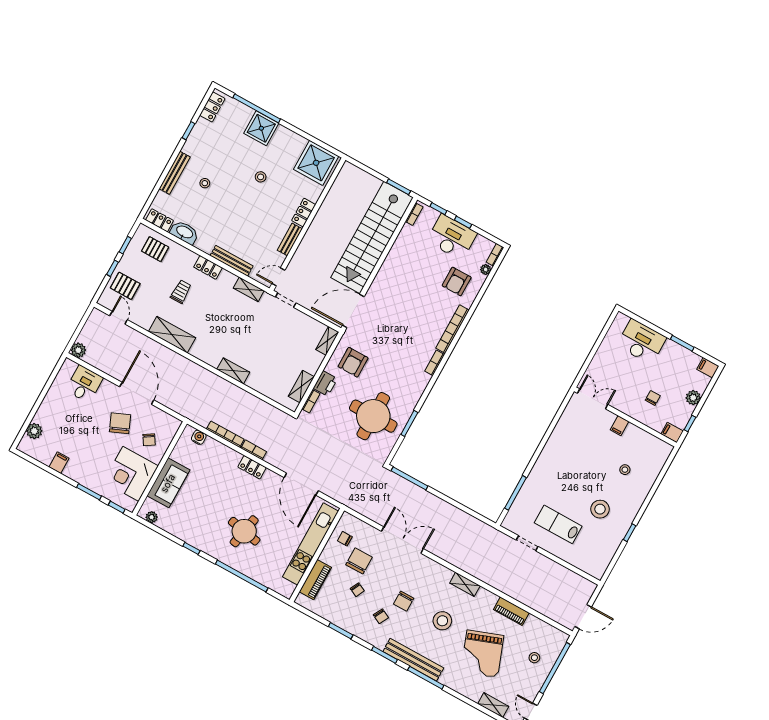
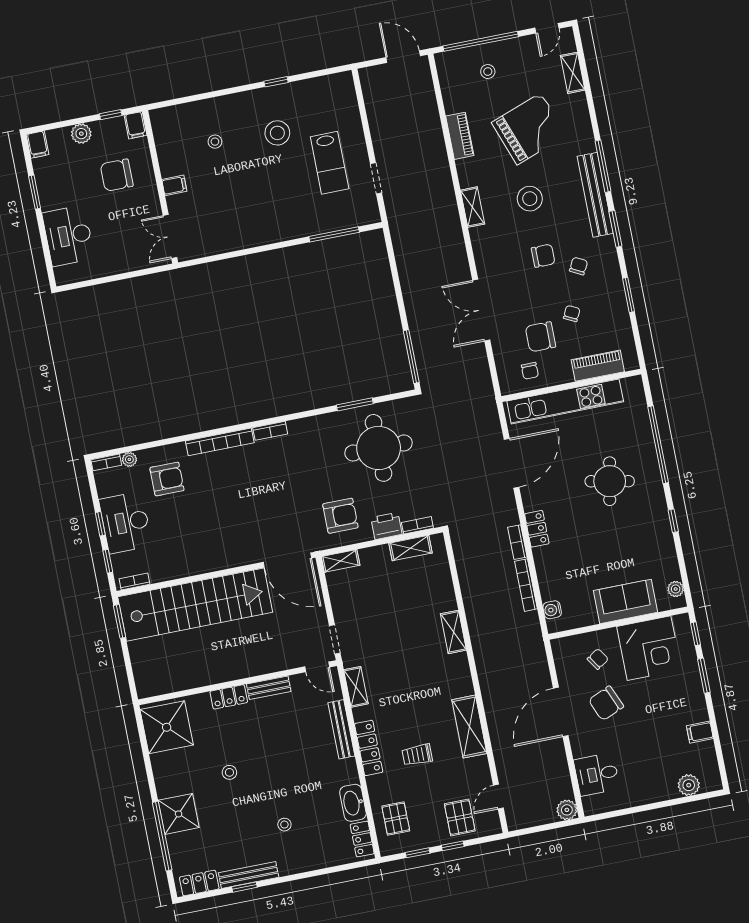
bench: (175, 173) -> (249, 875), moved
locker: (208, 267) -> (369, 748), width x1.53
chair: (653, 398) -> (117, 175), width x1.87, depth x1.87

